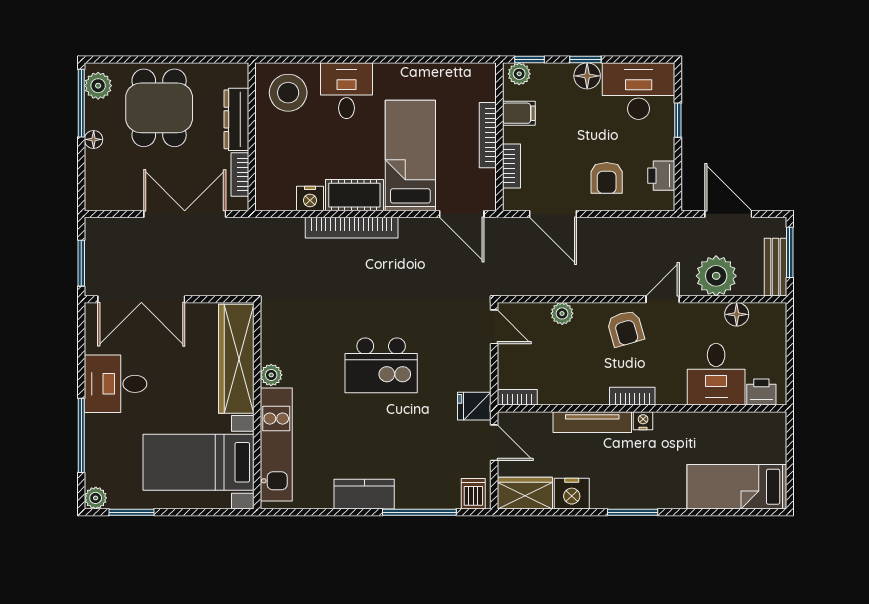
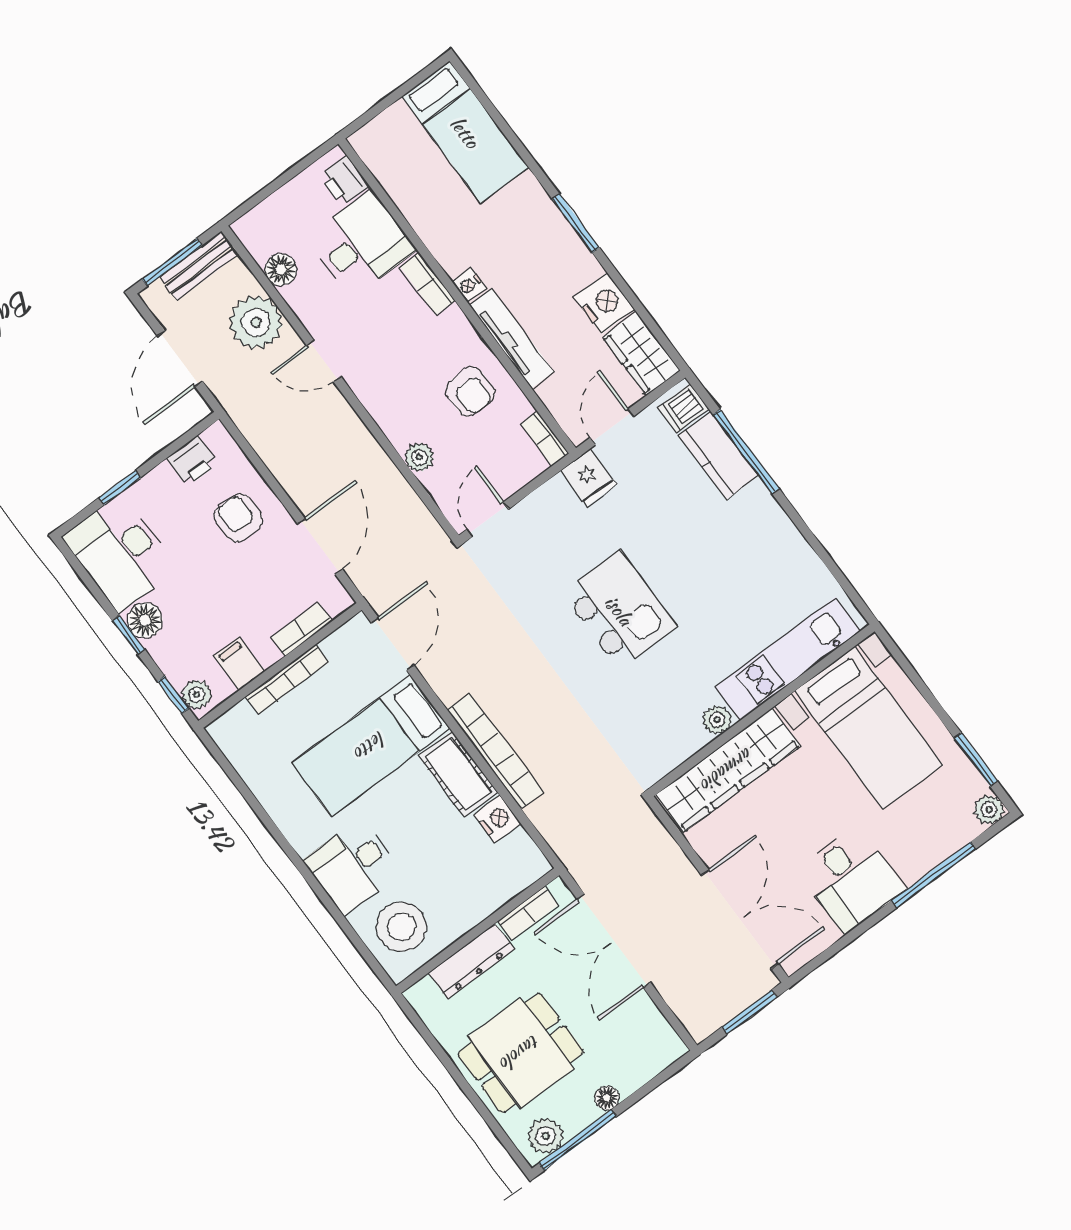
armchair: (607, 178) -> (238, 518), turned -90
armchair: (625, 328) -> (470, 391), moved, turned 106
bookcase: (632, 396) -> (428, 284), moved
kitchen counter: (364, 494) -> (719, 455), moved

